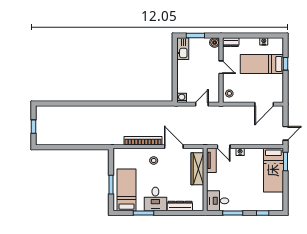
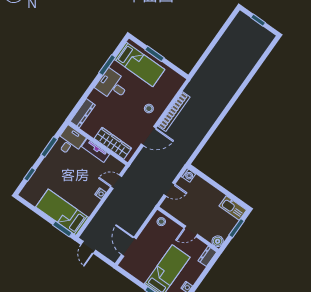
door: (202, 104) -> (169, 189), hinge flipped
tv unit: (211, 160) -> (96, 150), moved
dresser: (180, 206) -> (83, 113), moved

